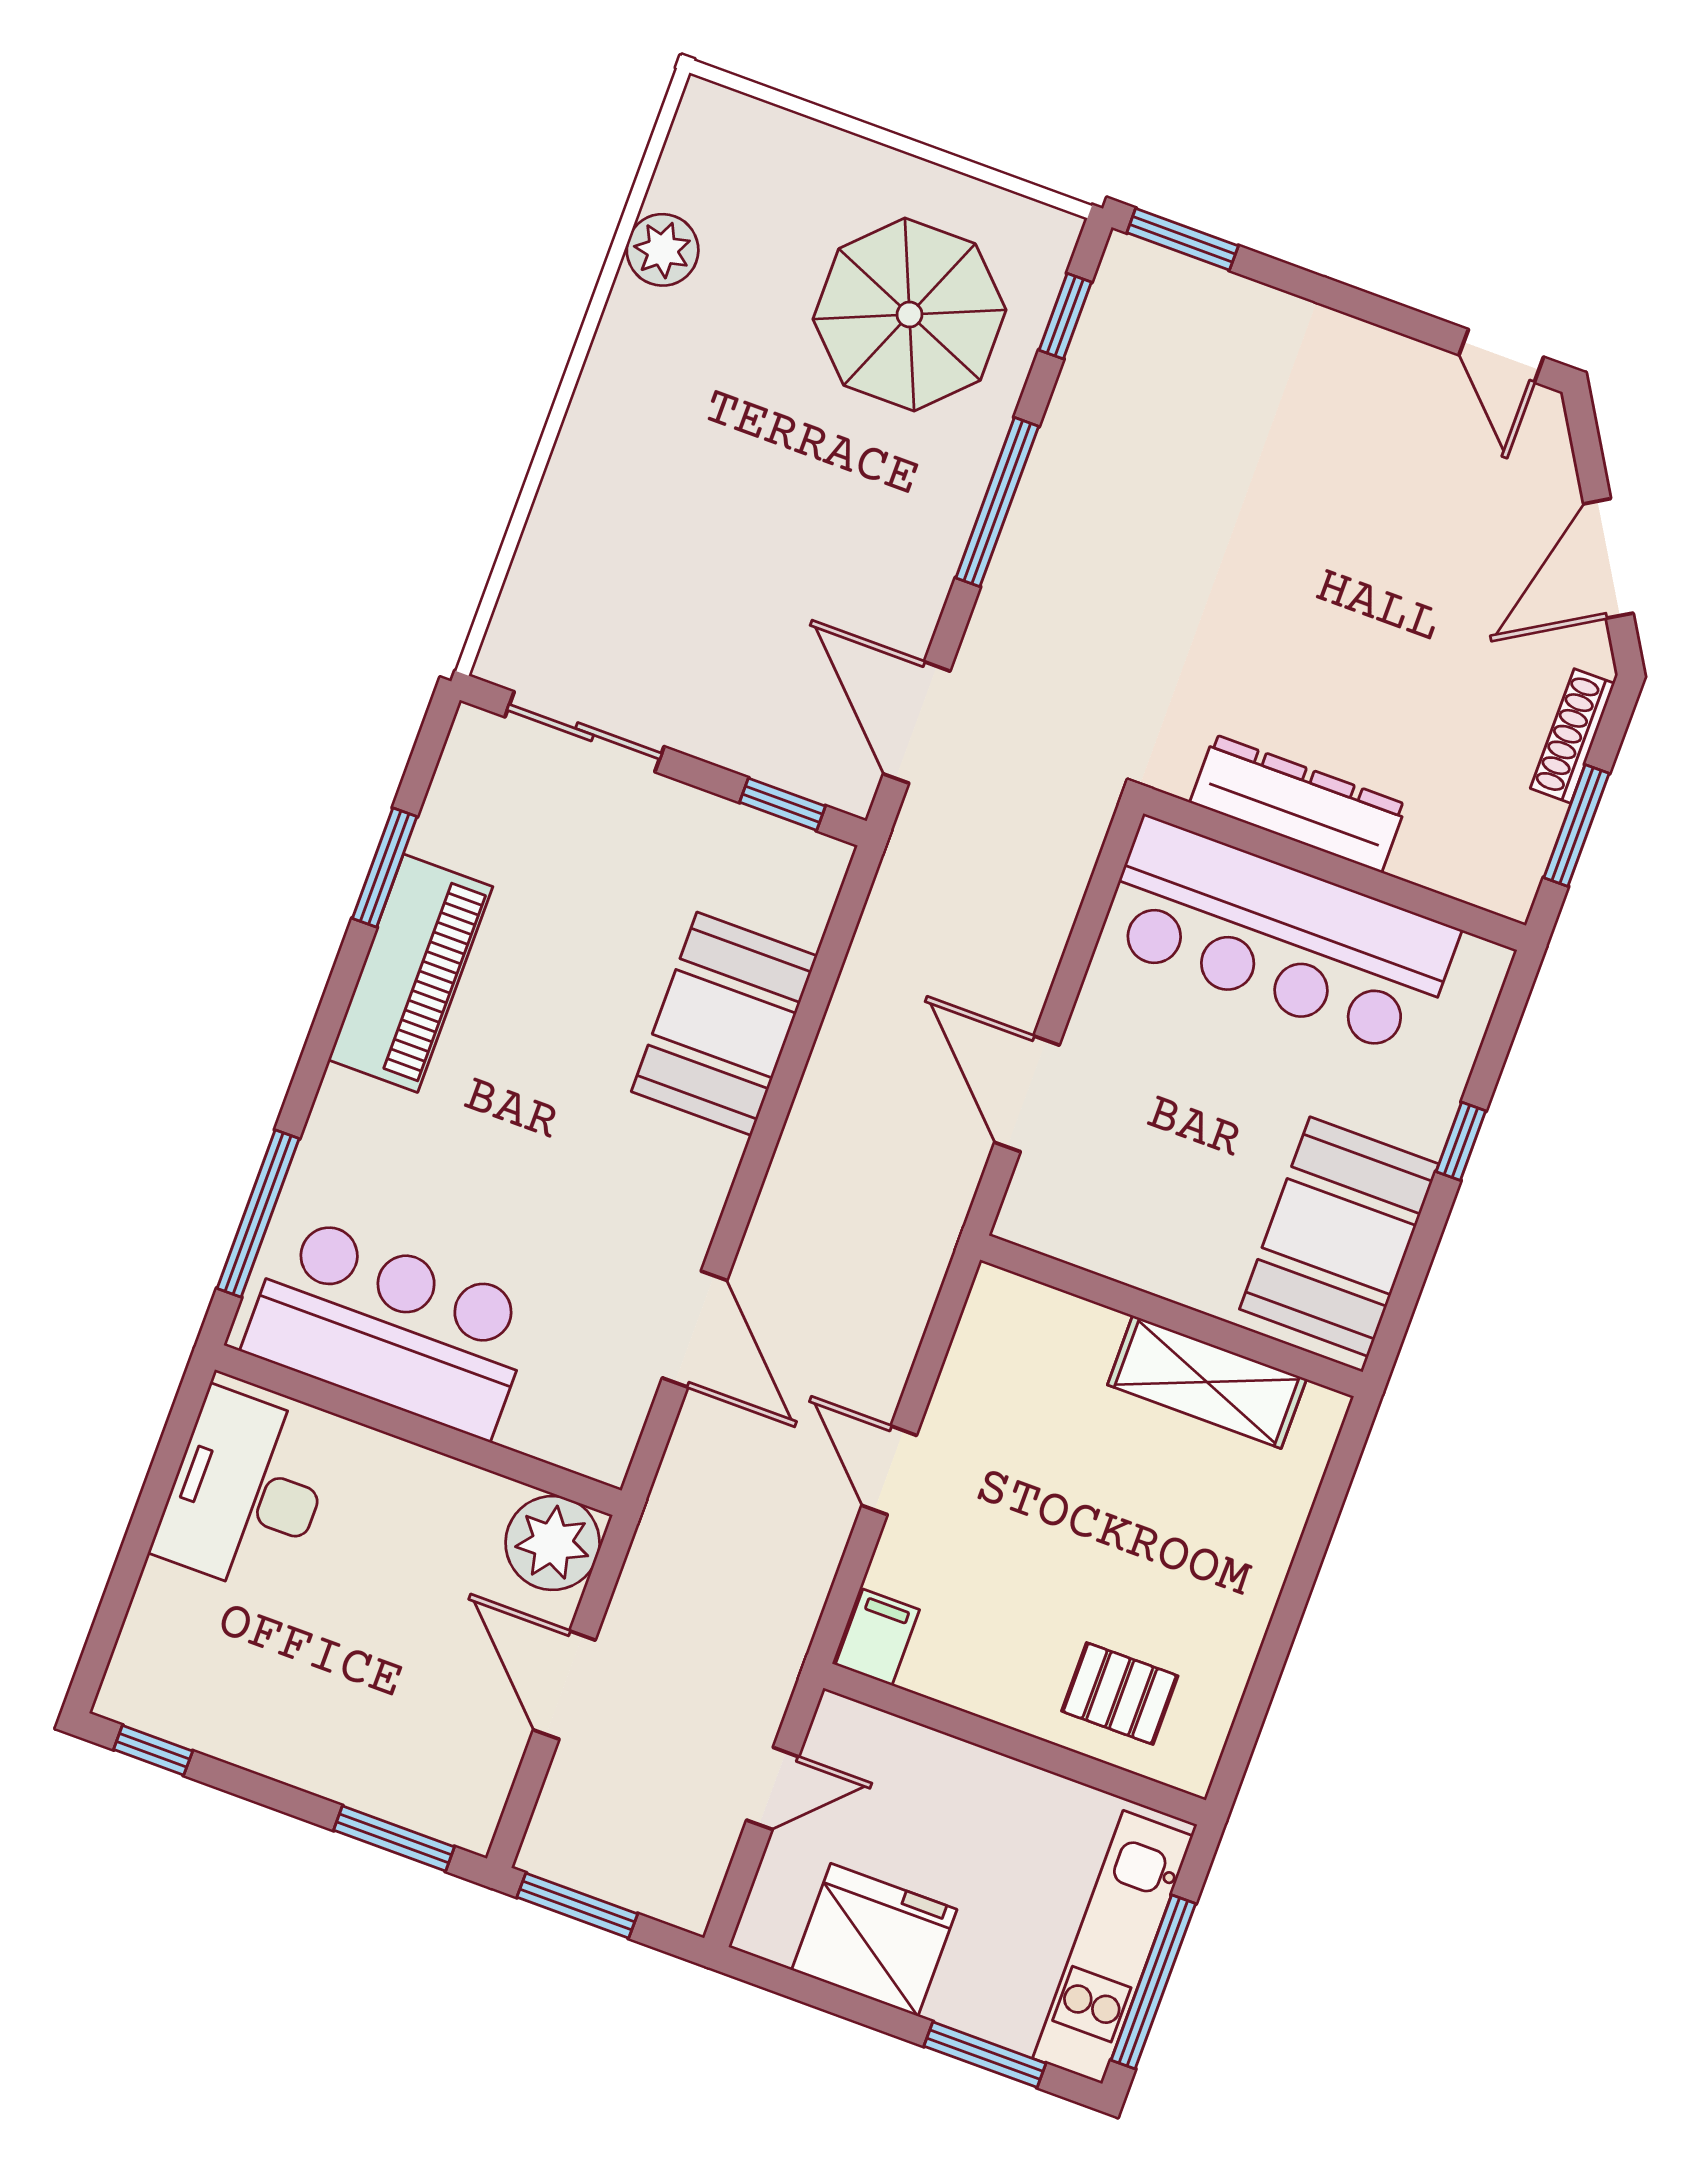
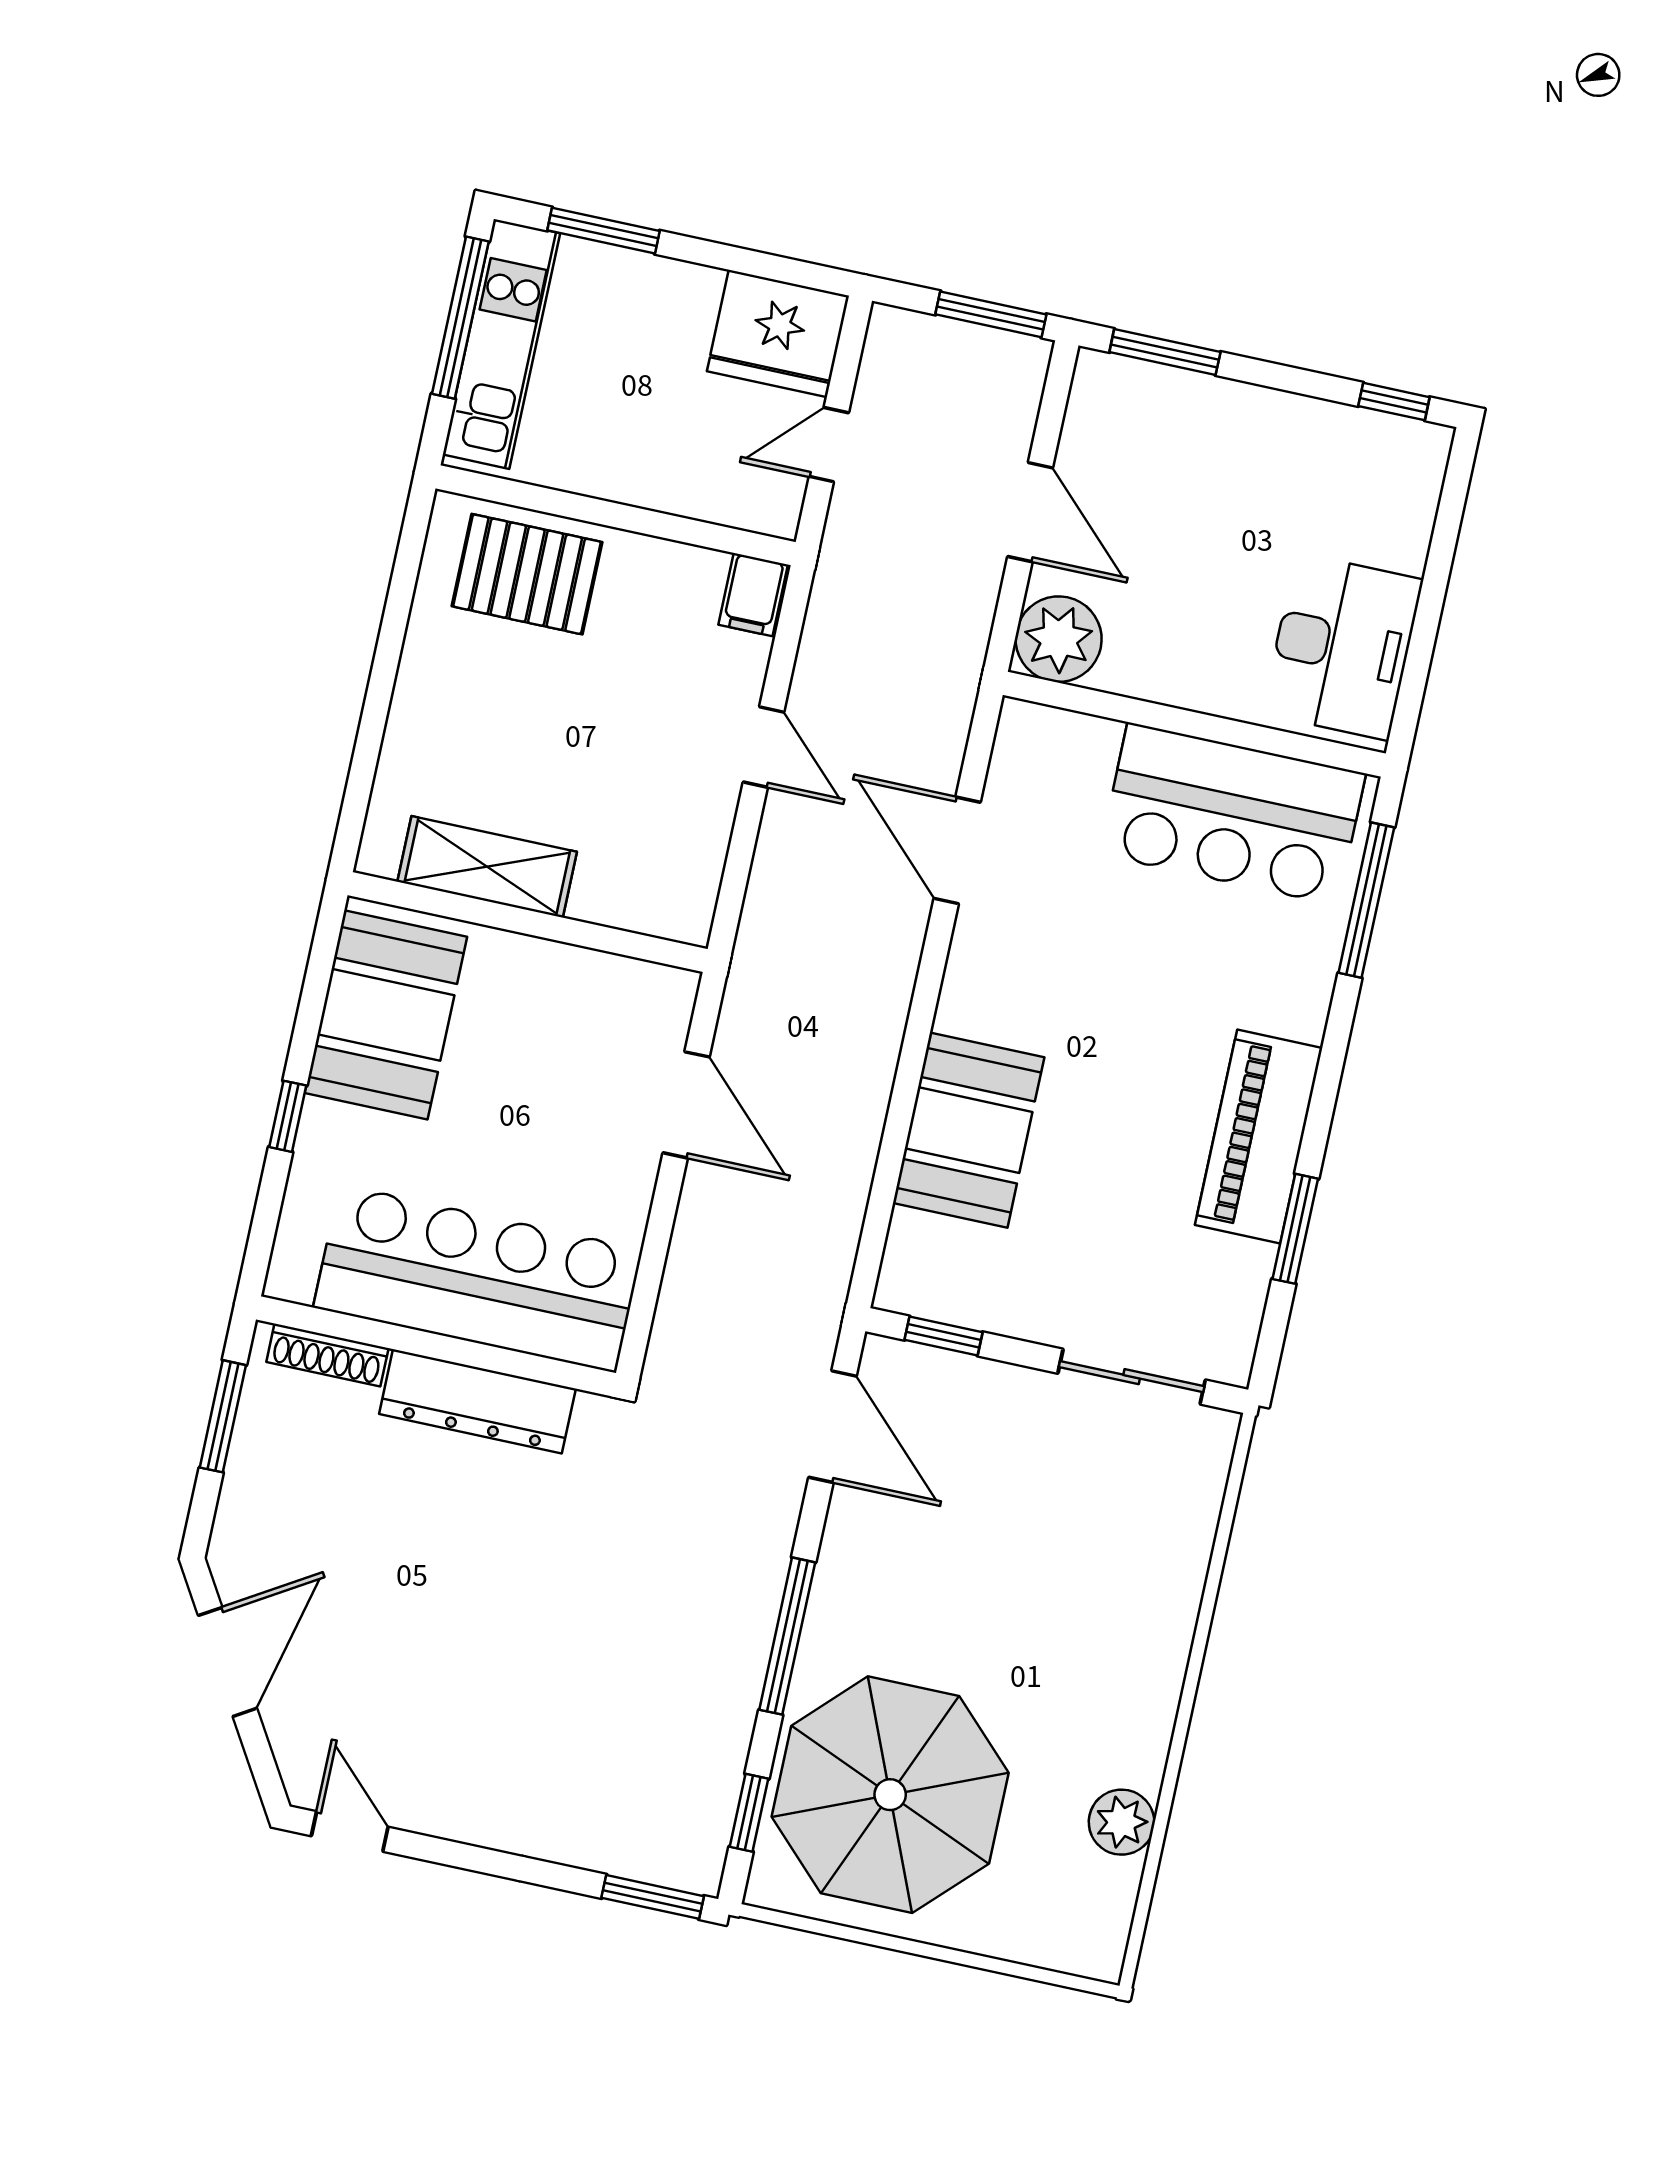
parasol: (909, 315) -> (890, 1795), width x1.36, depth x1.36
shoe rack: (1572, 736) -> (327, 1355), moved, turned 90
pallet: (1120, 1693) -> (527, 574), width x1.50, depth x1.42
fridge: (874, 1940) -> (778, 334), moved

